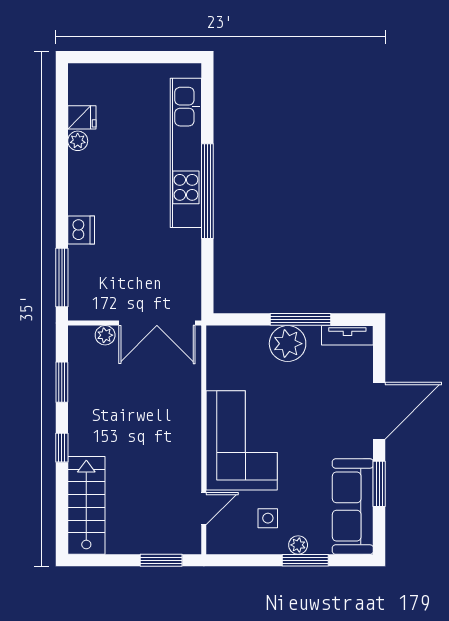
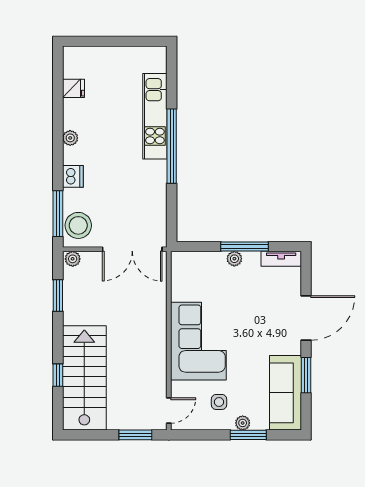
plant: (78, 141) -> (70, 138), moved
kitchen unit: (186, 153) -> (155, 116), width x0.73
stool: (88, 293) -> (78, 225), added
plant: (105, 335) -> (73, 259), moved
plant: (288, 344) -> (234, 259), width x0.53, depth x0.53
window: (62, 448) -> (58, 375), moved
stairs: (86, 505) -> (84, 378), width x1.36, depth x1.51
door: (204, 509) -> (169, 410), moved

